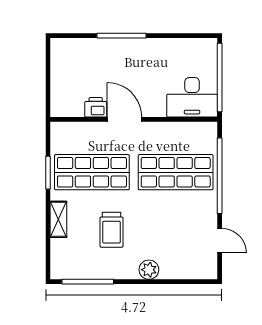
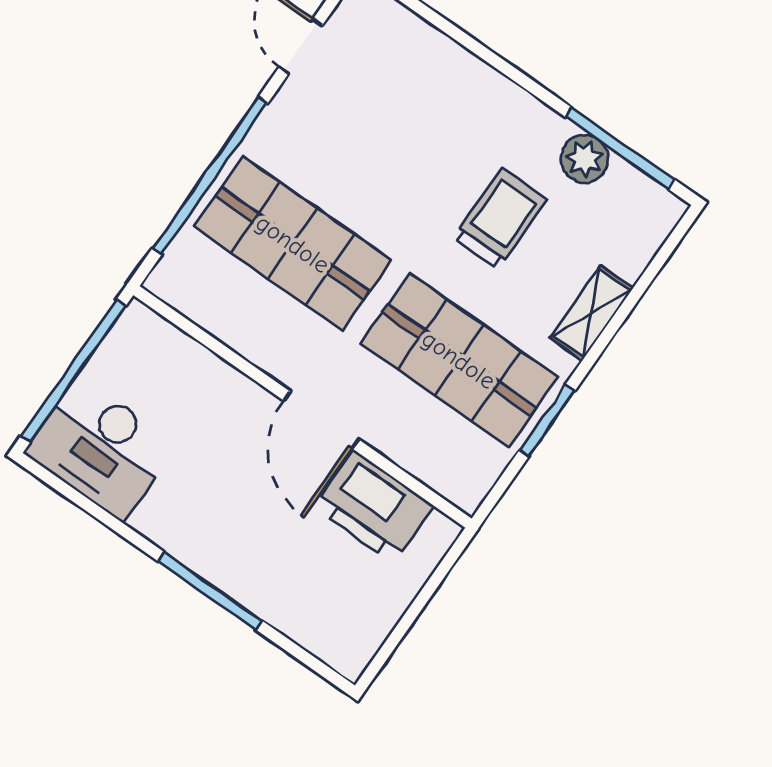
desk: (192, 97) -> (100, 449), moved, turned 180
printer: (96, 107) -> (374, 507), width x1.87, depth x1.48
plant: (149, 270) -> (584, 159), moved

